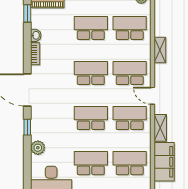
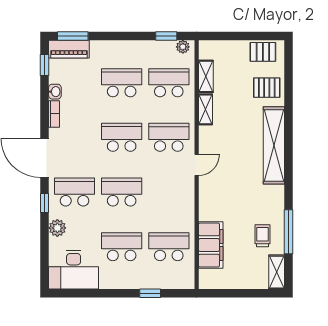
door: (153, 96) -> (197, 165), swing flipped
school desk: (130, 118) -> (74, 192), moved
shelving: (160, 128) -> (206, 76), moved

